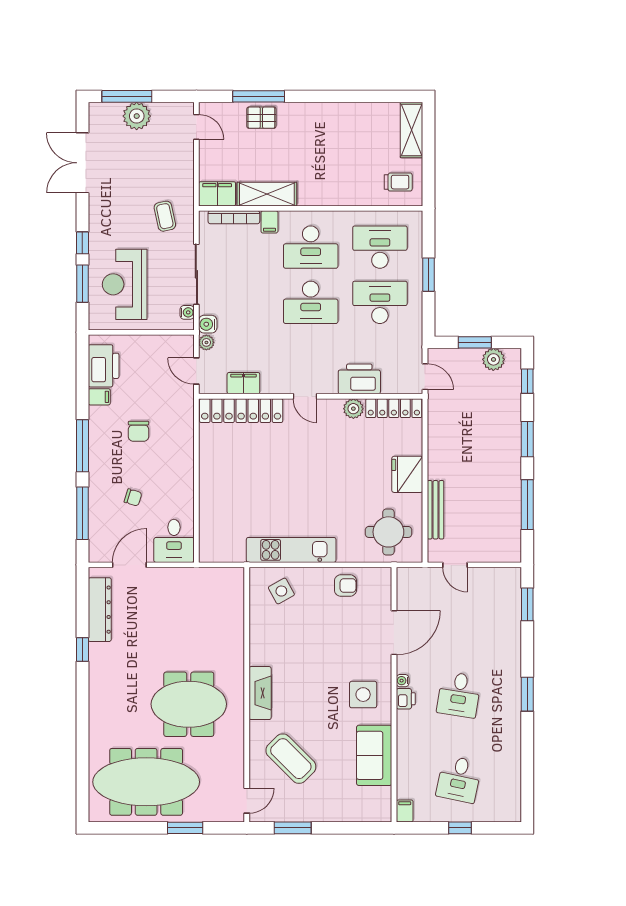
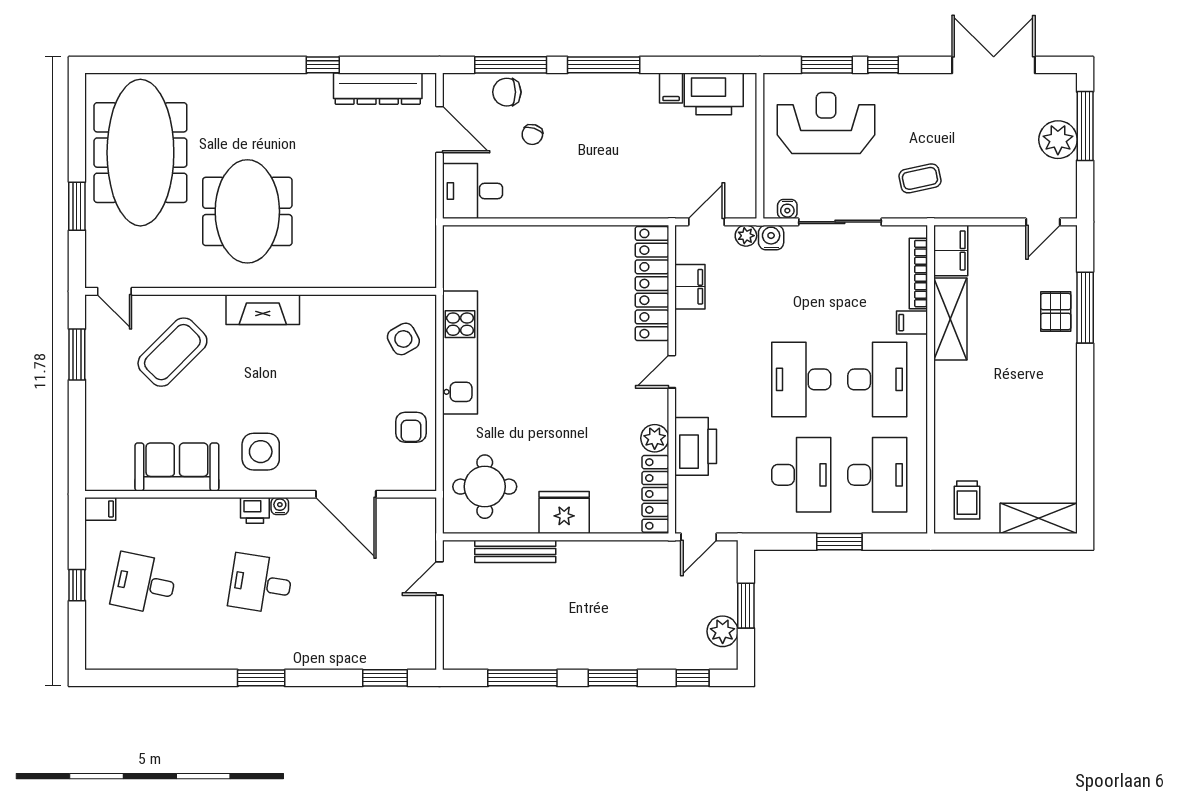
desk: (311, 247) -> (877, 379), turned 180
chair: (138, 431) -> (507, 92), moved

